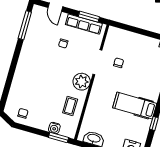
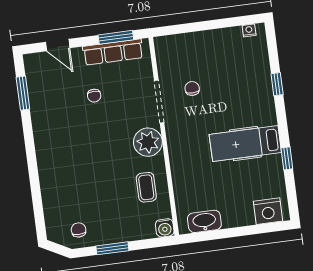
window: (25, 25) -> (23, 93), width x0.69
water cooler: (54, 128) -> (165, 228), moved
window: (58, 138) -> (112, 248), moved

